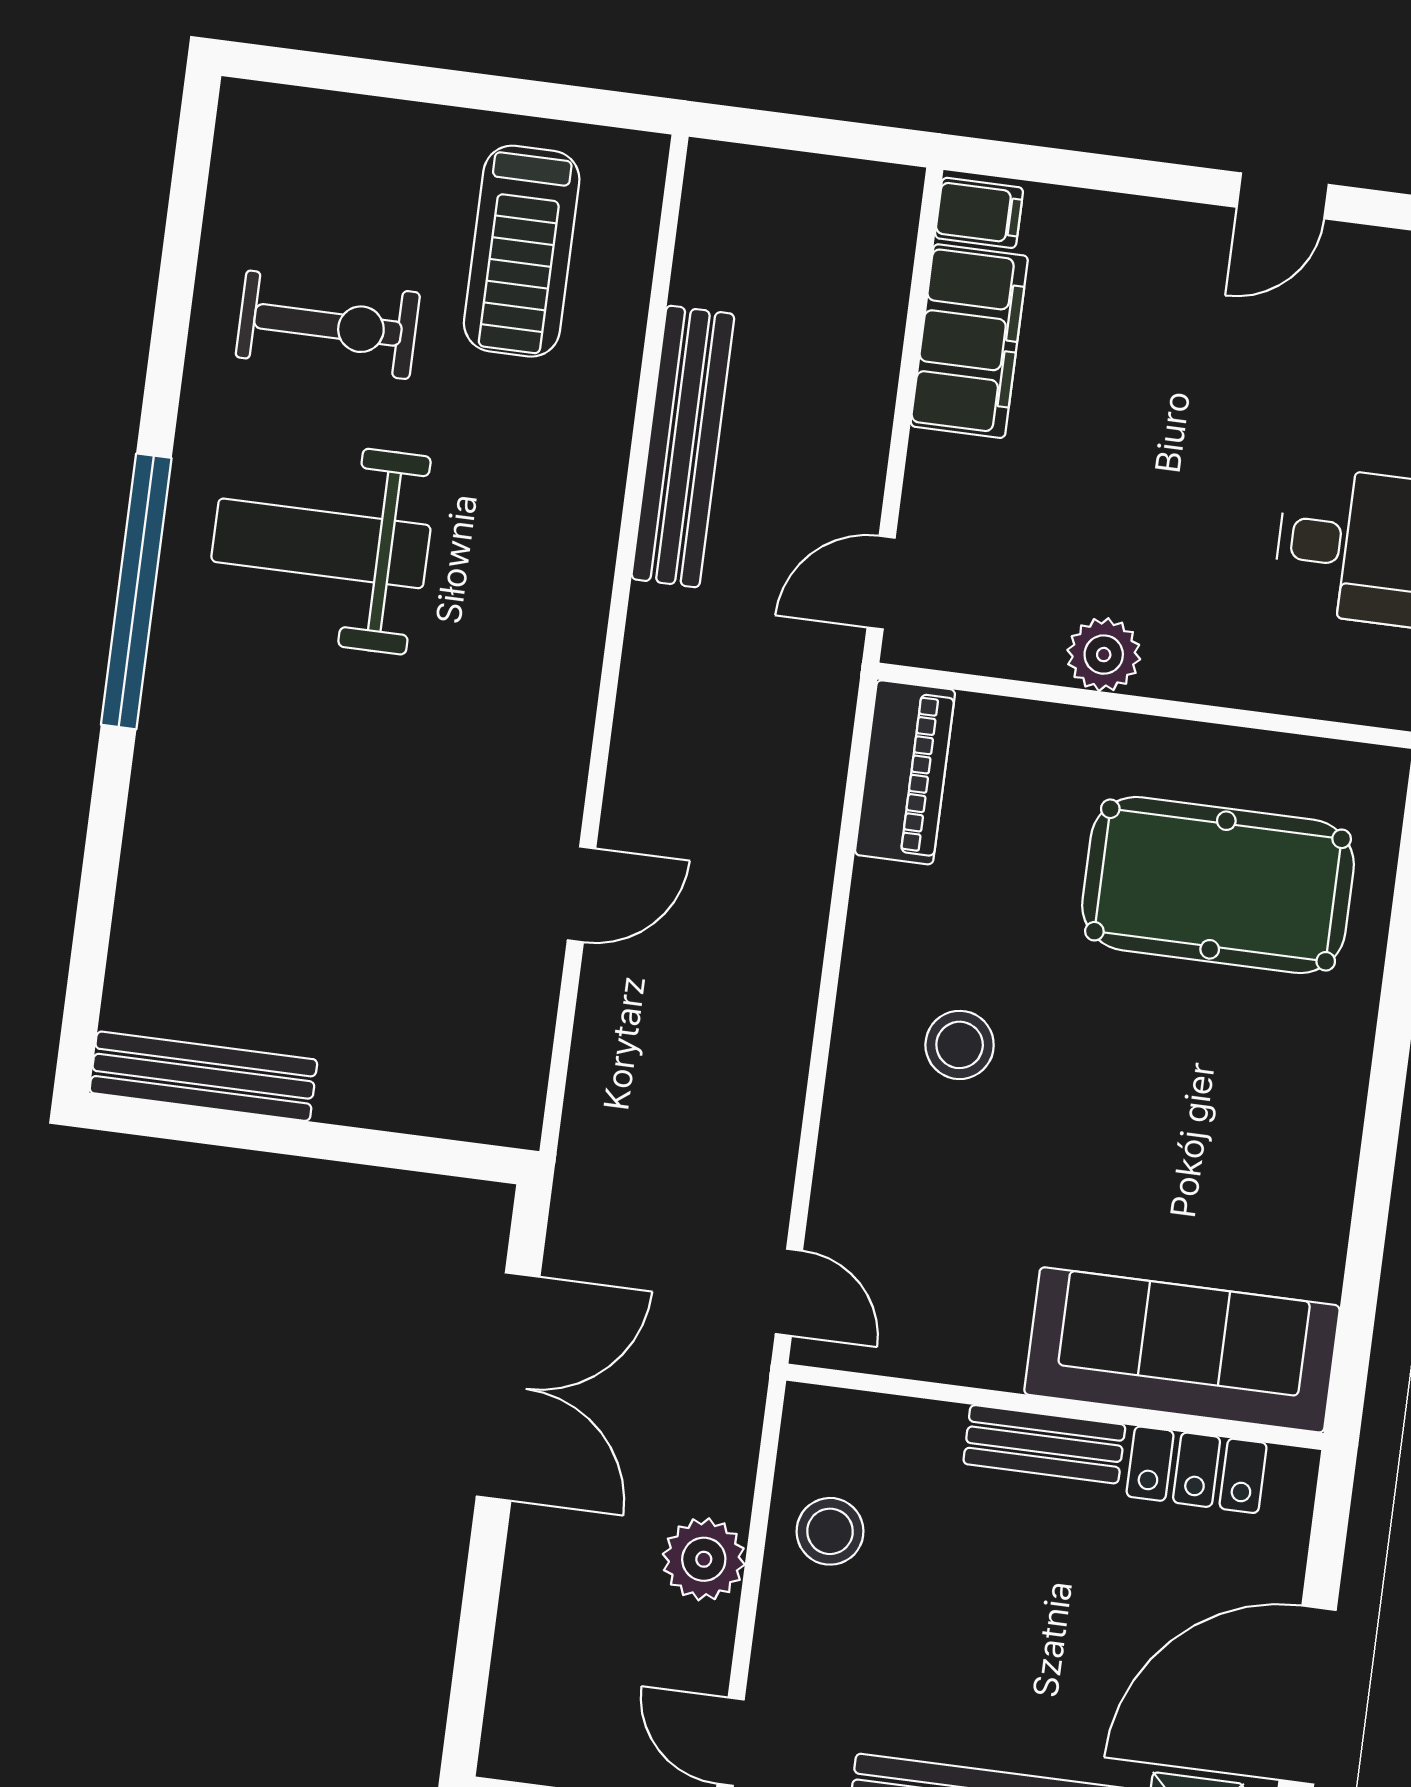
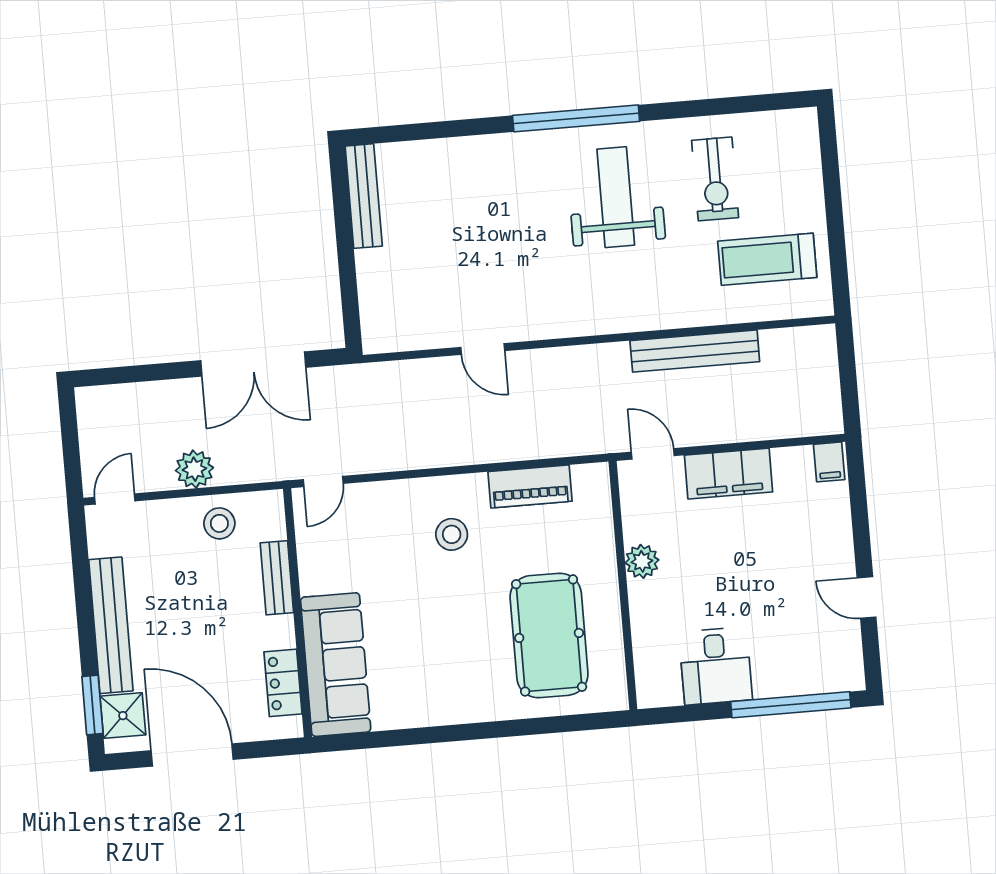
filing cabinet: (969, 341) -> (729, 474), moved
piano: (905, 772) -> (530, 486), moved
bench: (1044, 1444) -> (277, 578), moved

